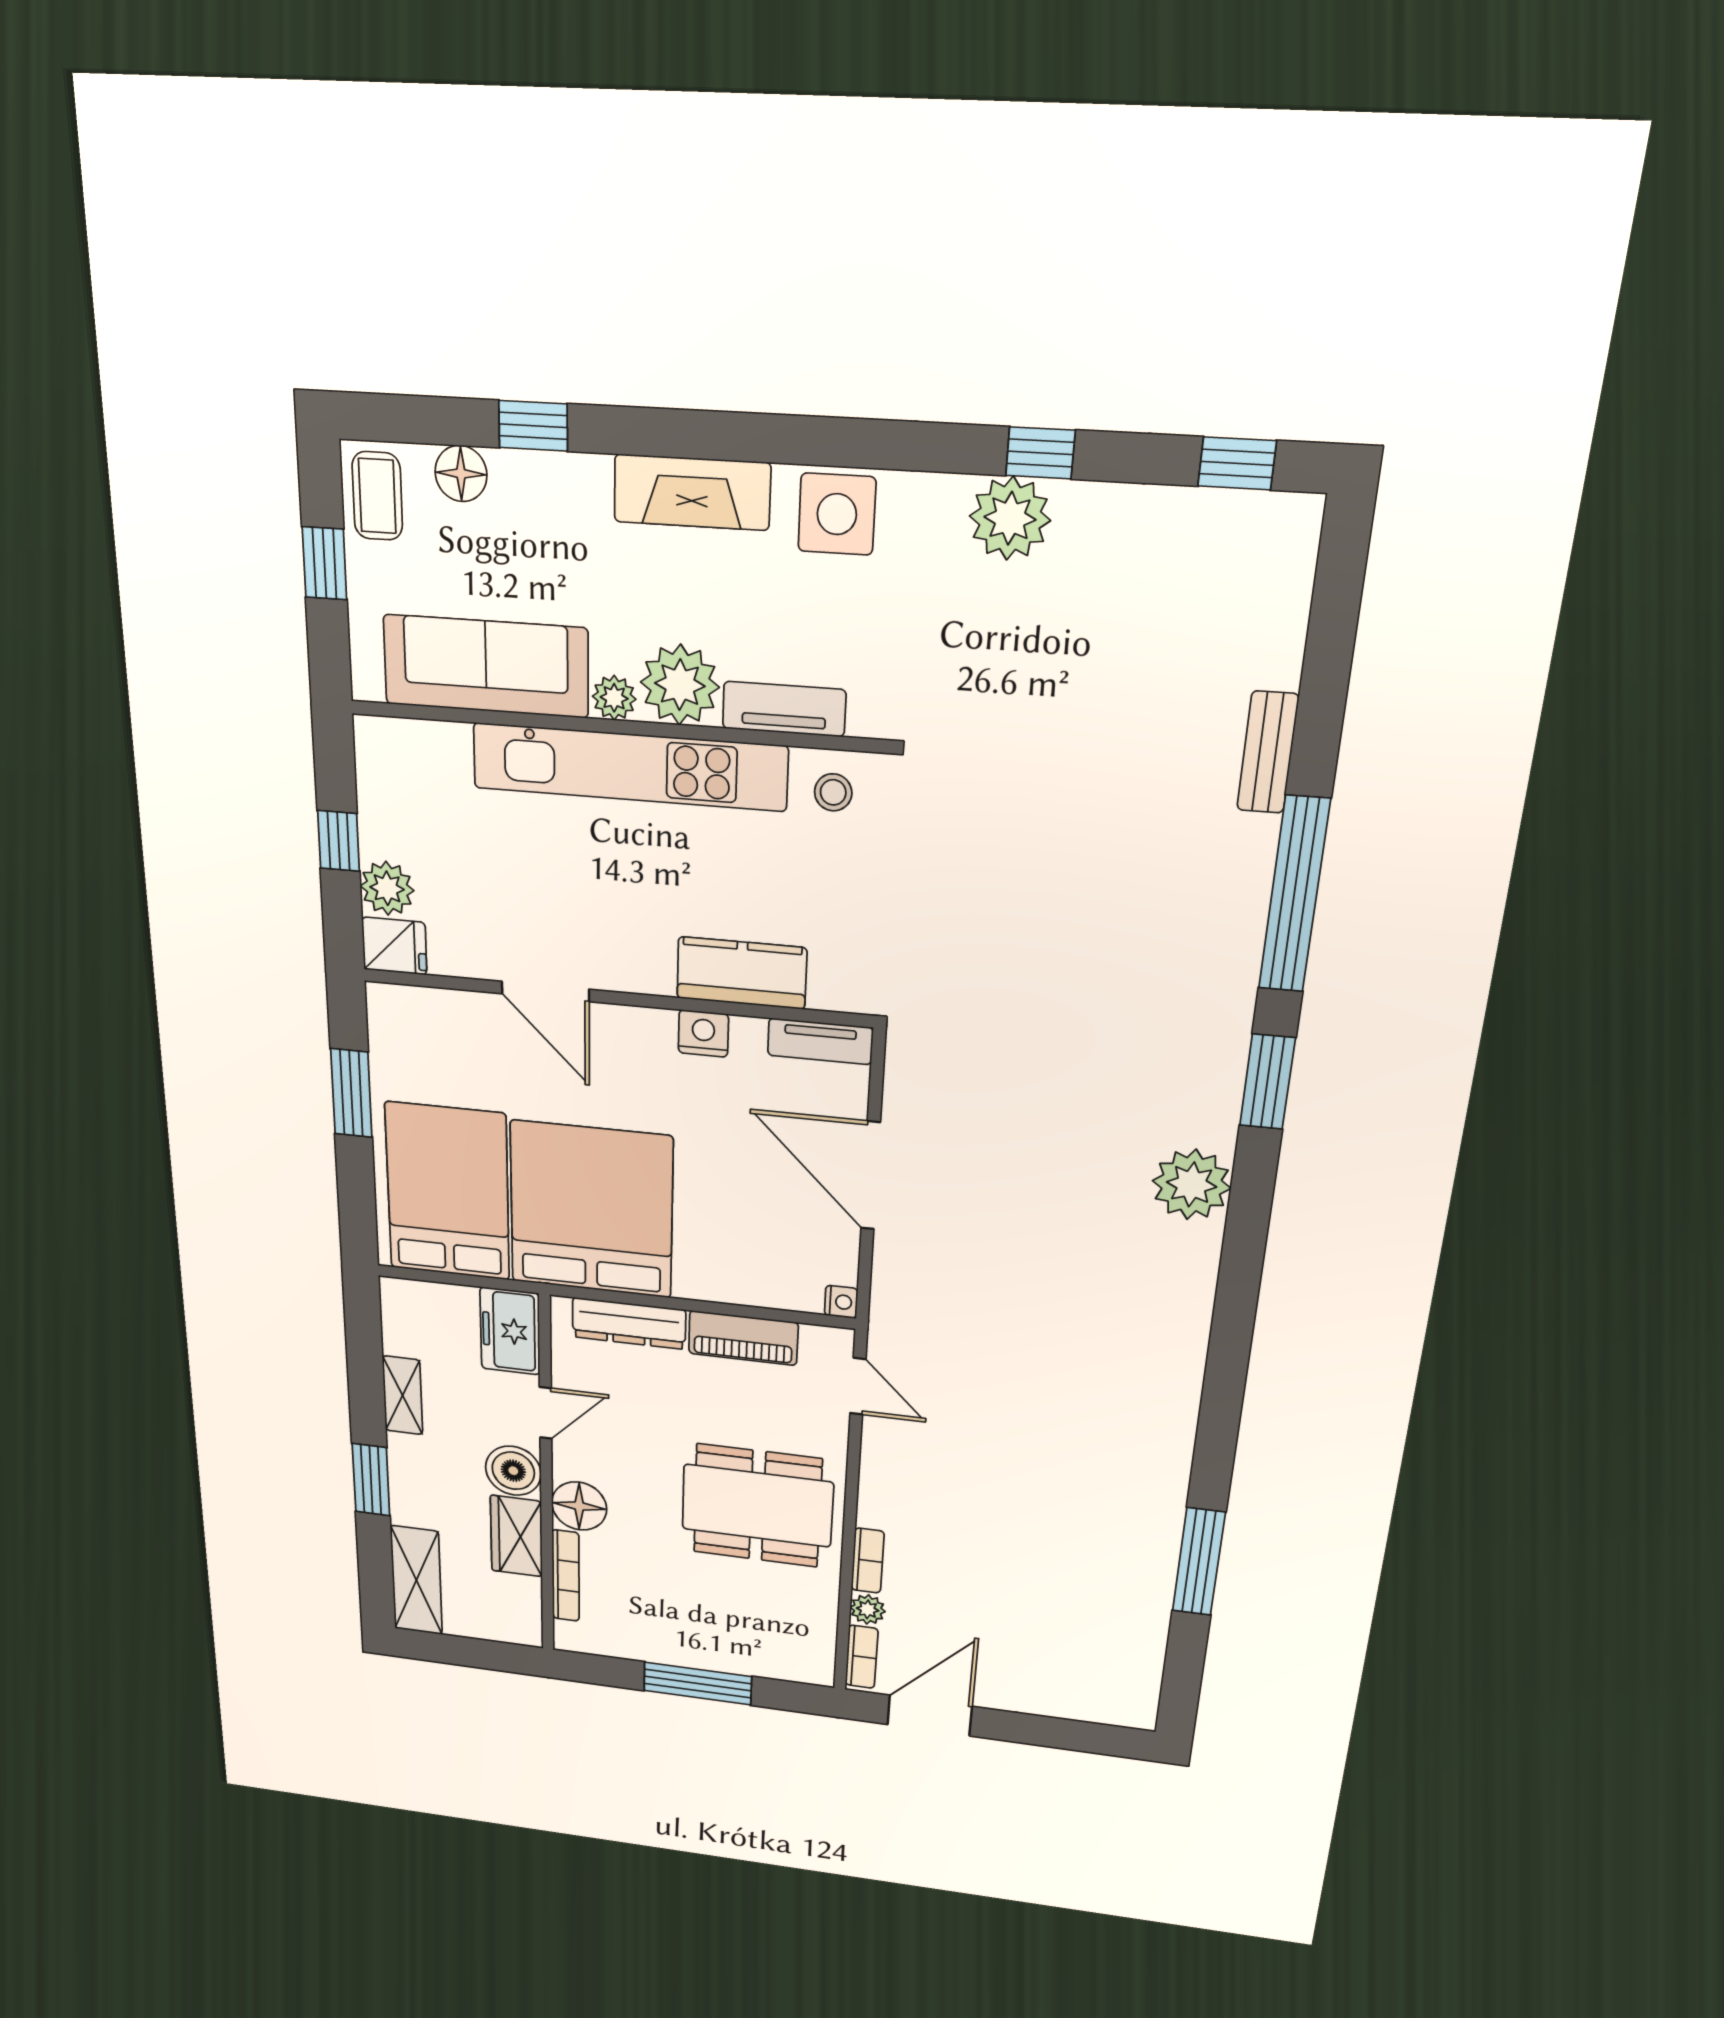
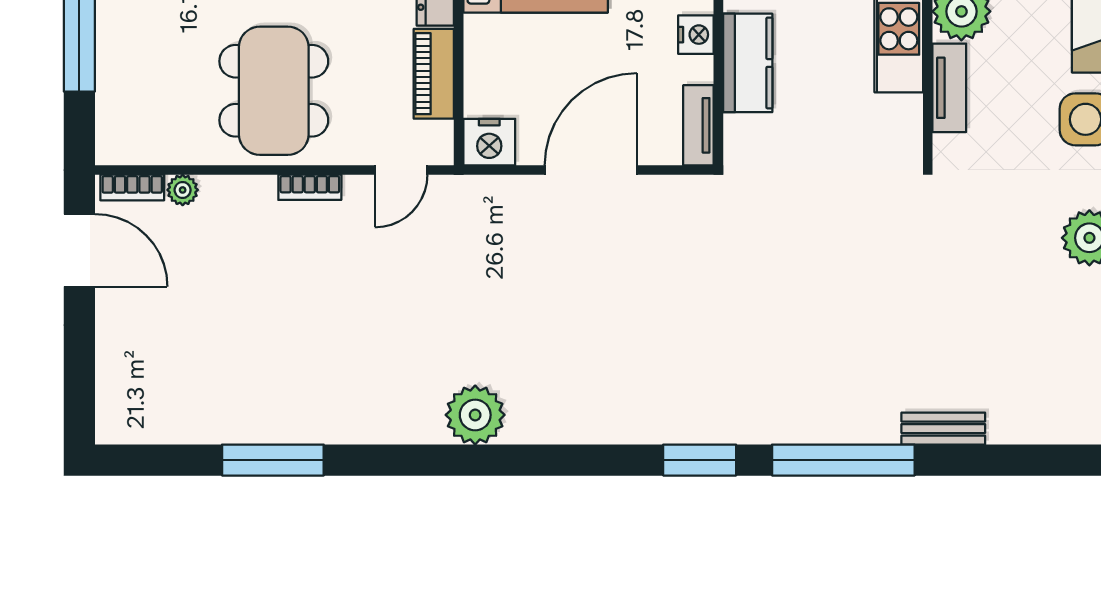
stool: (833, 792) -> (892, 126), removed
plant: (1192, 1184) -> (475, 415), moved
nightstand: (841, 1302) -> (489, 142), width x1.89, depth x1.79
bookcase: (868, 1561) -> (310, 187), moved

